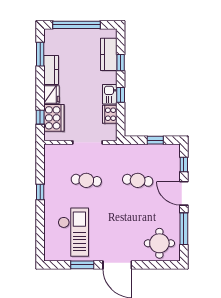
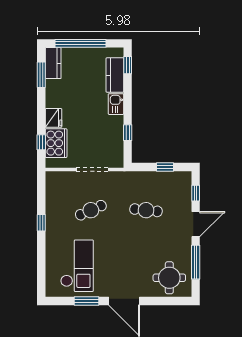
window: (121, 63) -> (128, 65), moved
kitchen counter: (51, 70) -> (53, 63), moved
kitchen sink: (110, 94) -> (116, 104), moved
window: (121, 95) -> (128, 133), moved
cooker: (110, 114) -> (116, 139), removed
cafe table: (86, 180) -> (91, 210), turned -30
door: (184, 193) -> (196, 224), swing flipped

